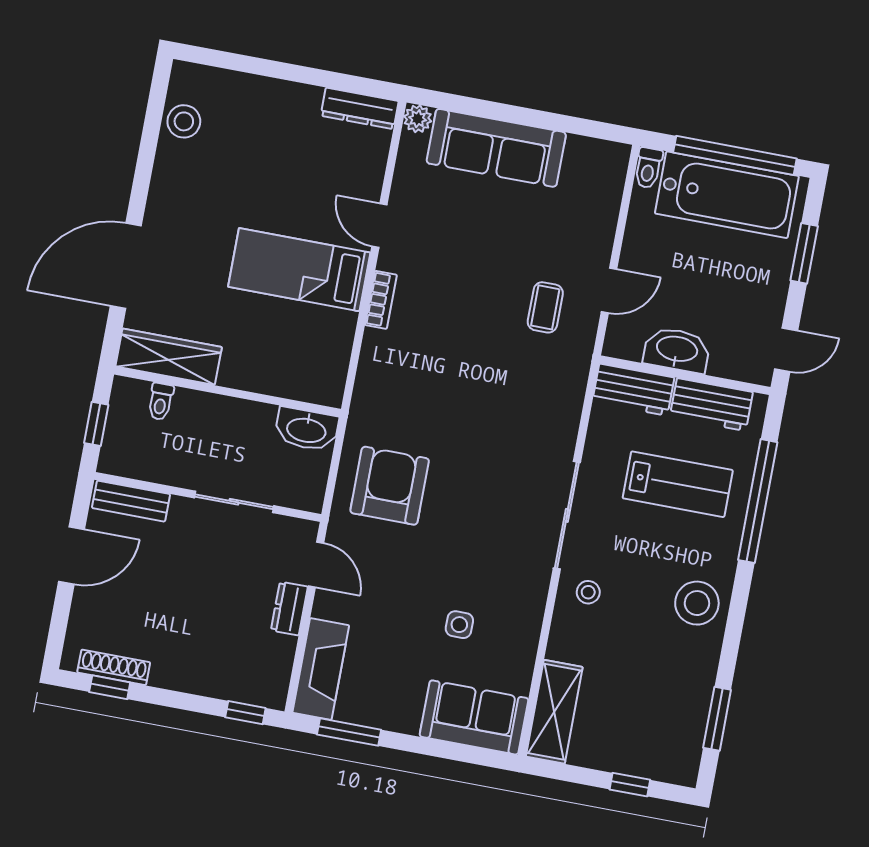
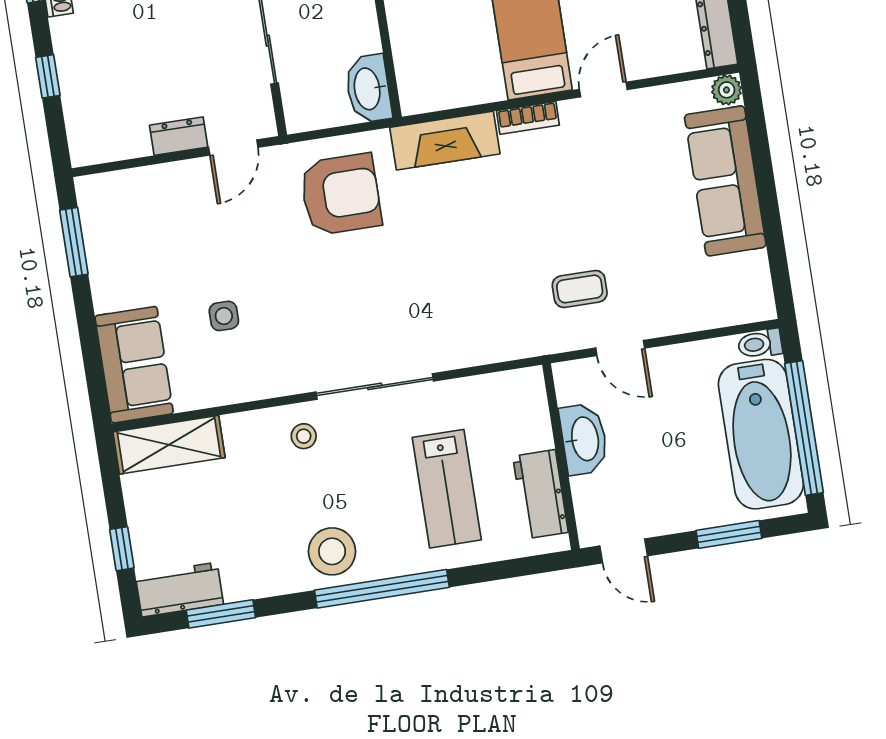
workbench: (633, 390) -> (179, 590), moved, turned 90
window: (758, 501) -> (382, 589), moved
fireplace: (321, 669) -> (445, 141), moved
window: (245, 713) -> (48, 76), moved

